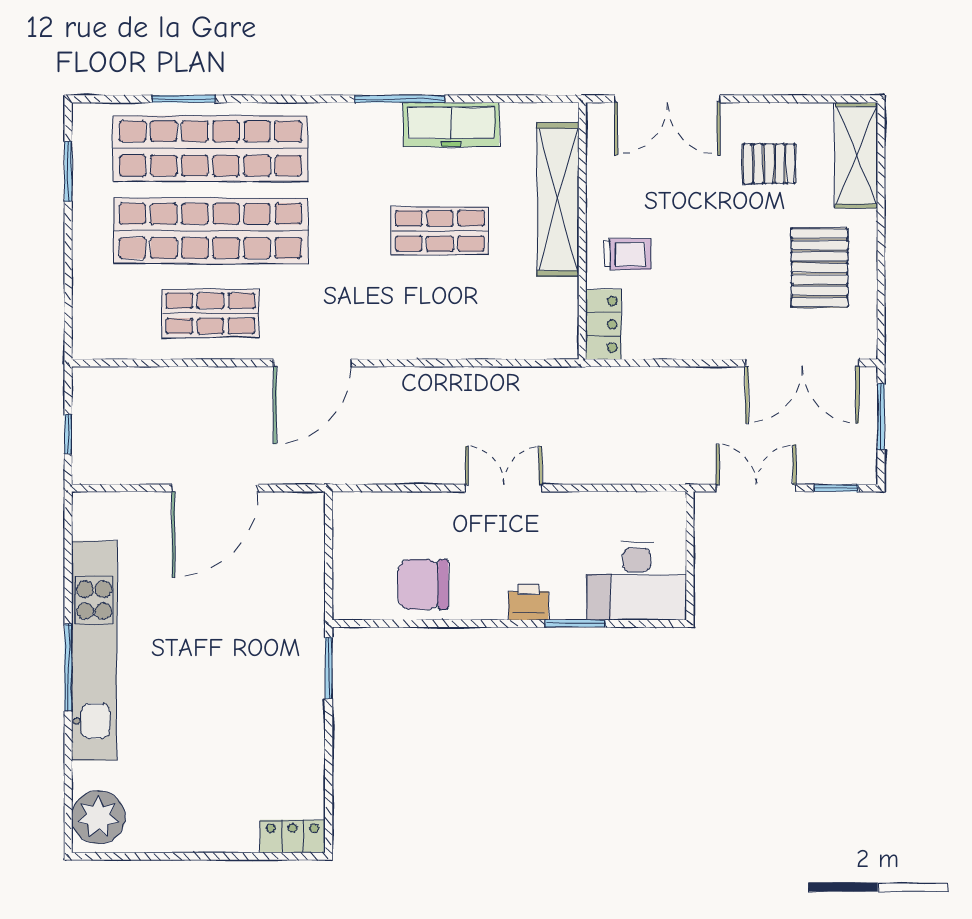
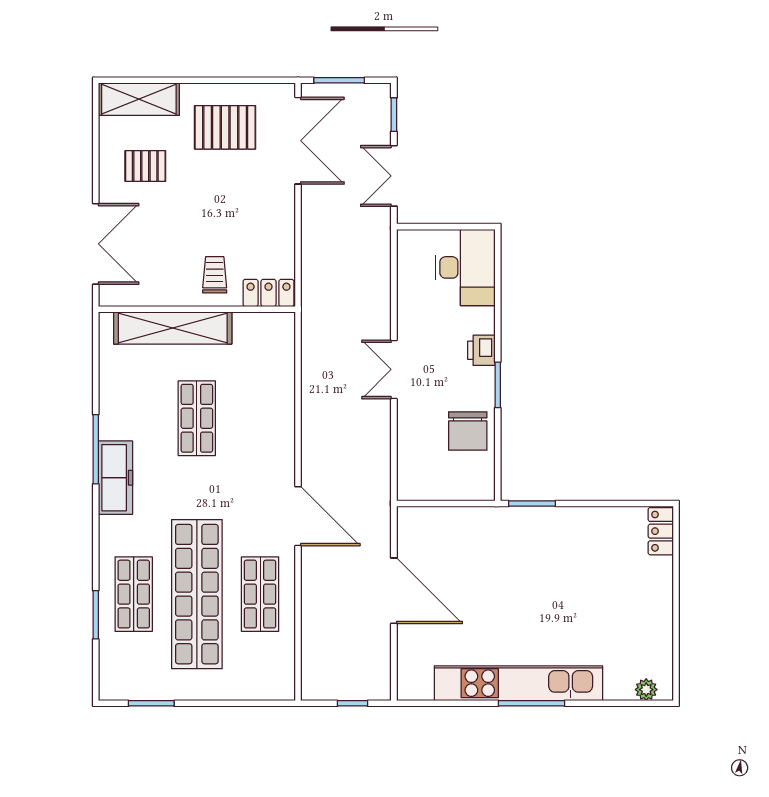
freezer: (451, 125) -> (115, 478), moved
shop shelf: (210, 148) -> (134, 594), width x0.50, depth x0.74
pallet: (769, 164) -> (145, 166), turned 90
window: (575, 623) -> (498, 385), moved
plant: (98, 817) -> (646, 690), width x0.53, depth x0.53

